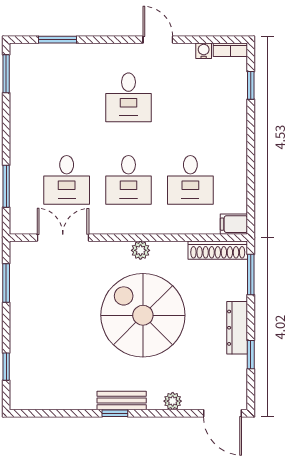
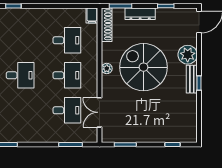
spiral stairs: (143, 315) -> (143, 67), turned 90
dresser: (237, 328) -> (140, 14), moved
plant: (173, 401) -> (188, 55), width x1.87, depth x1.87

